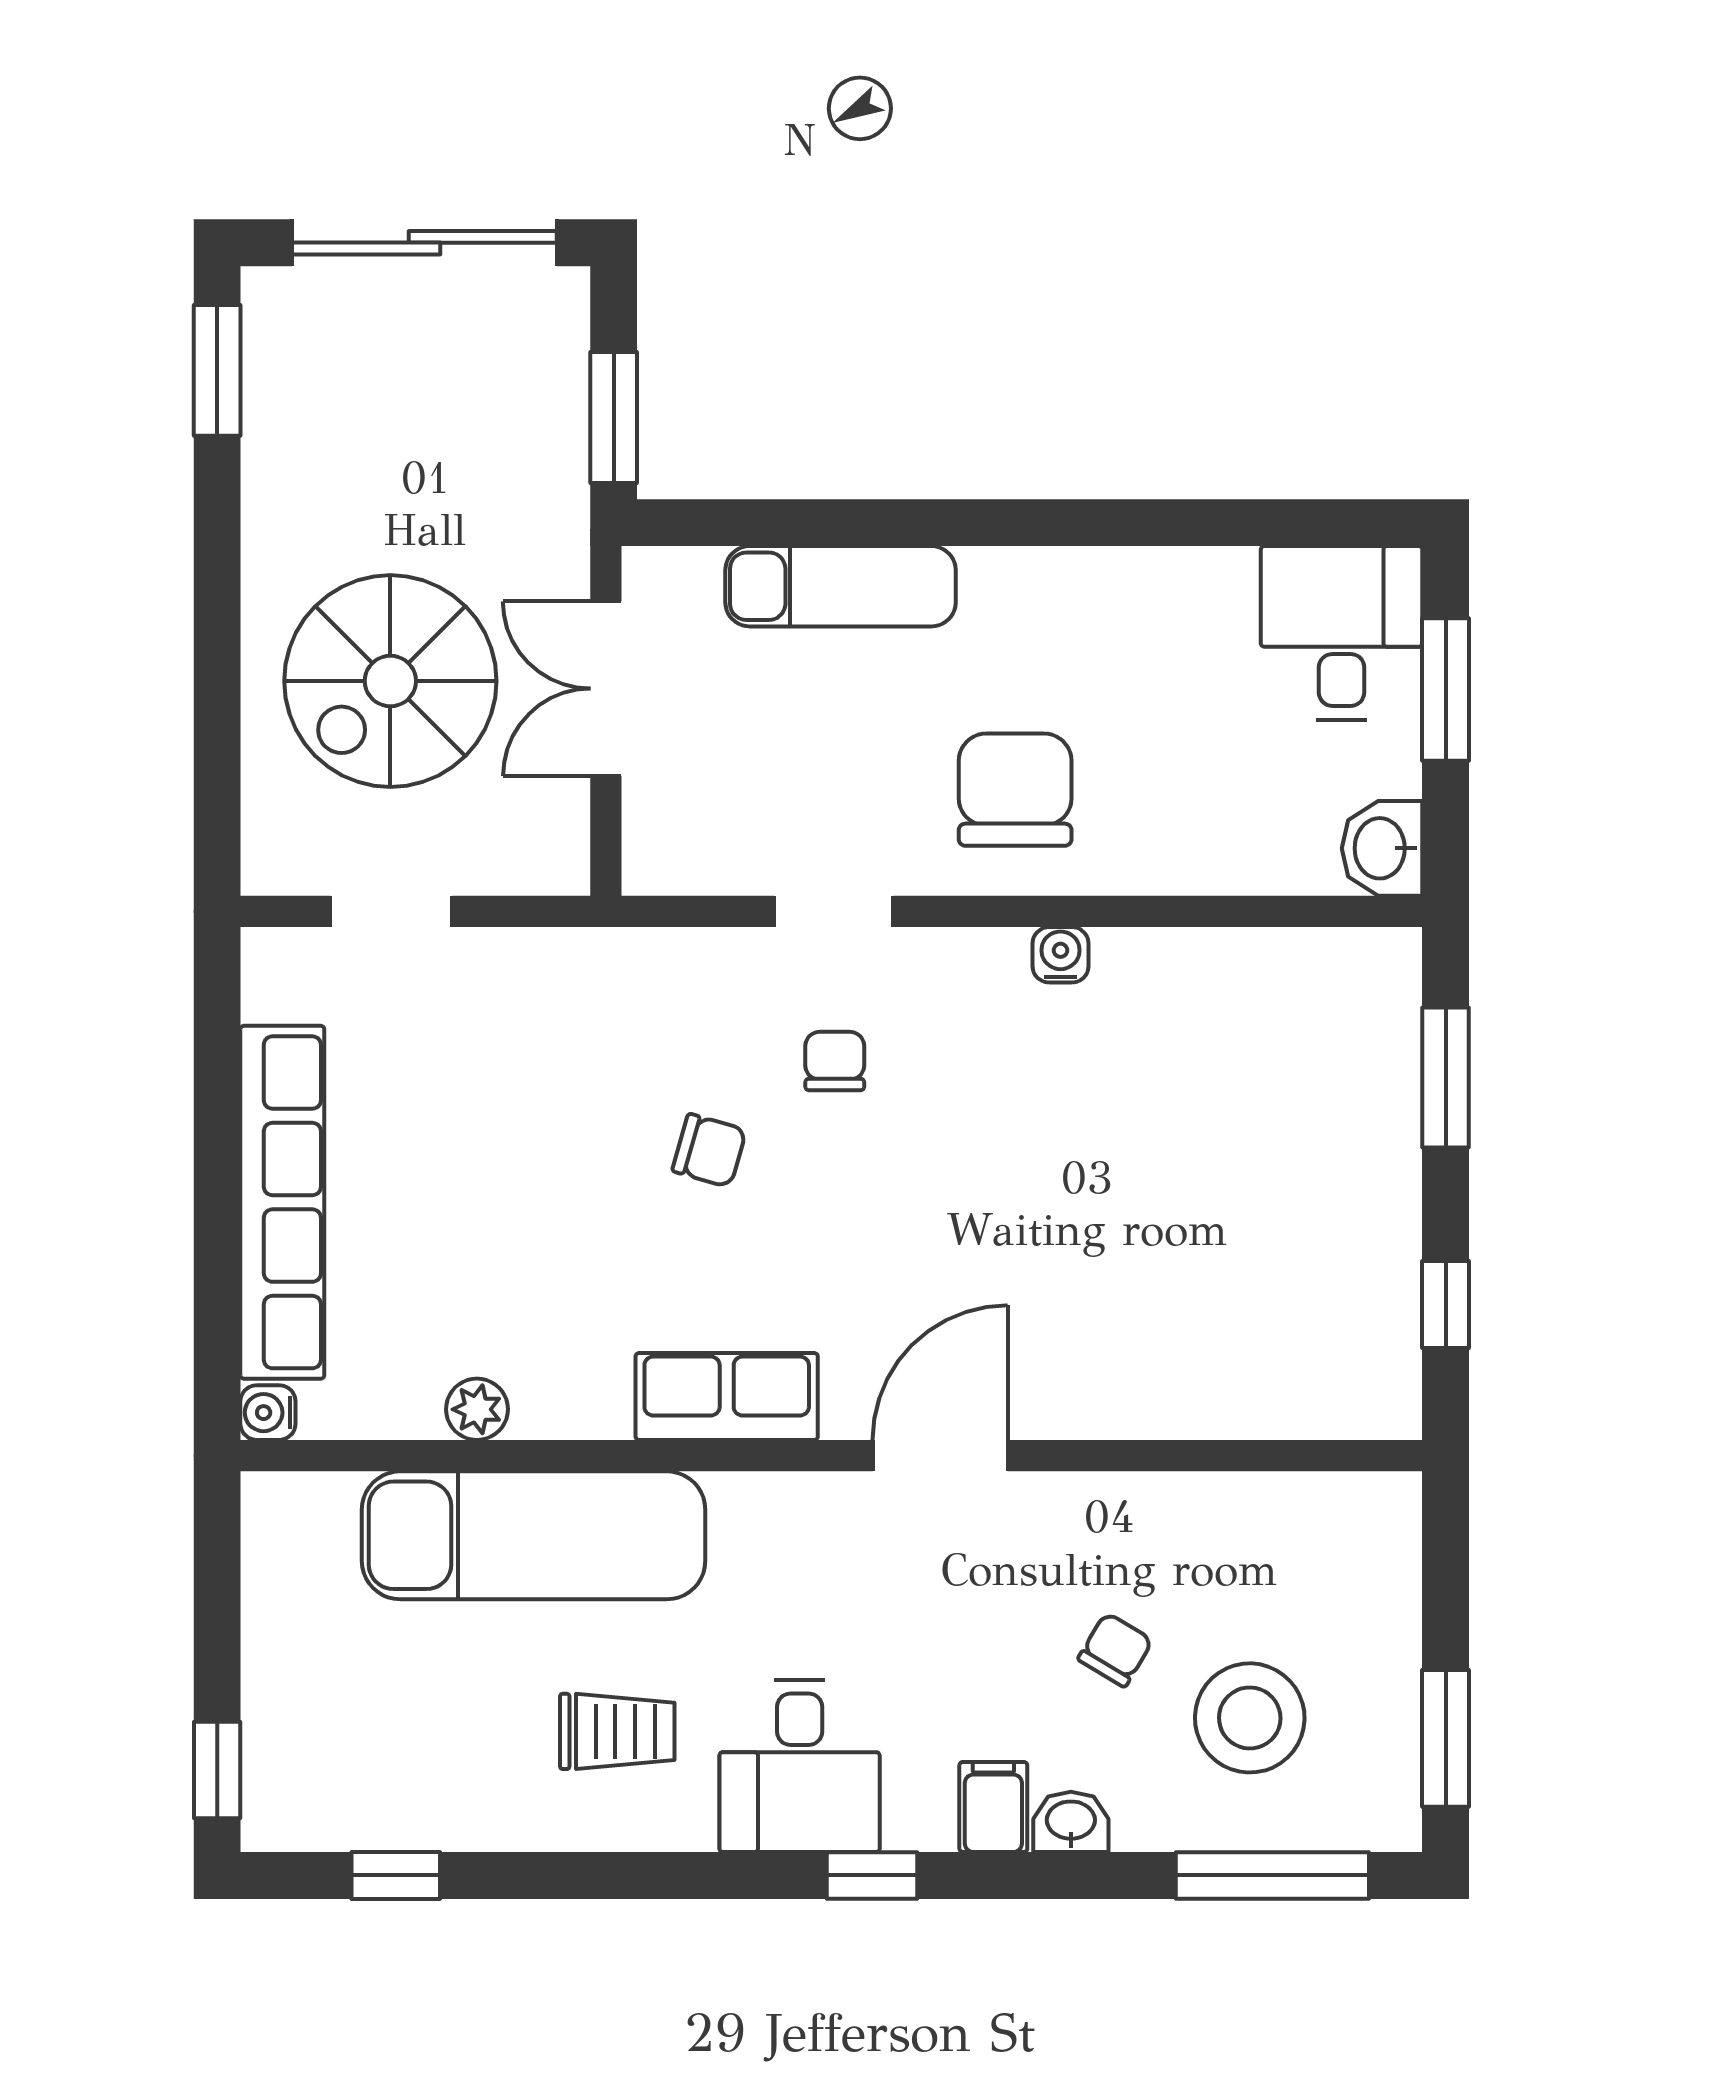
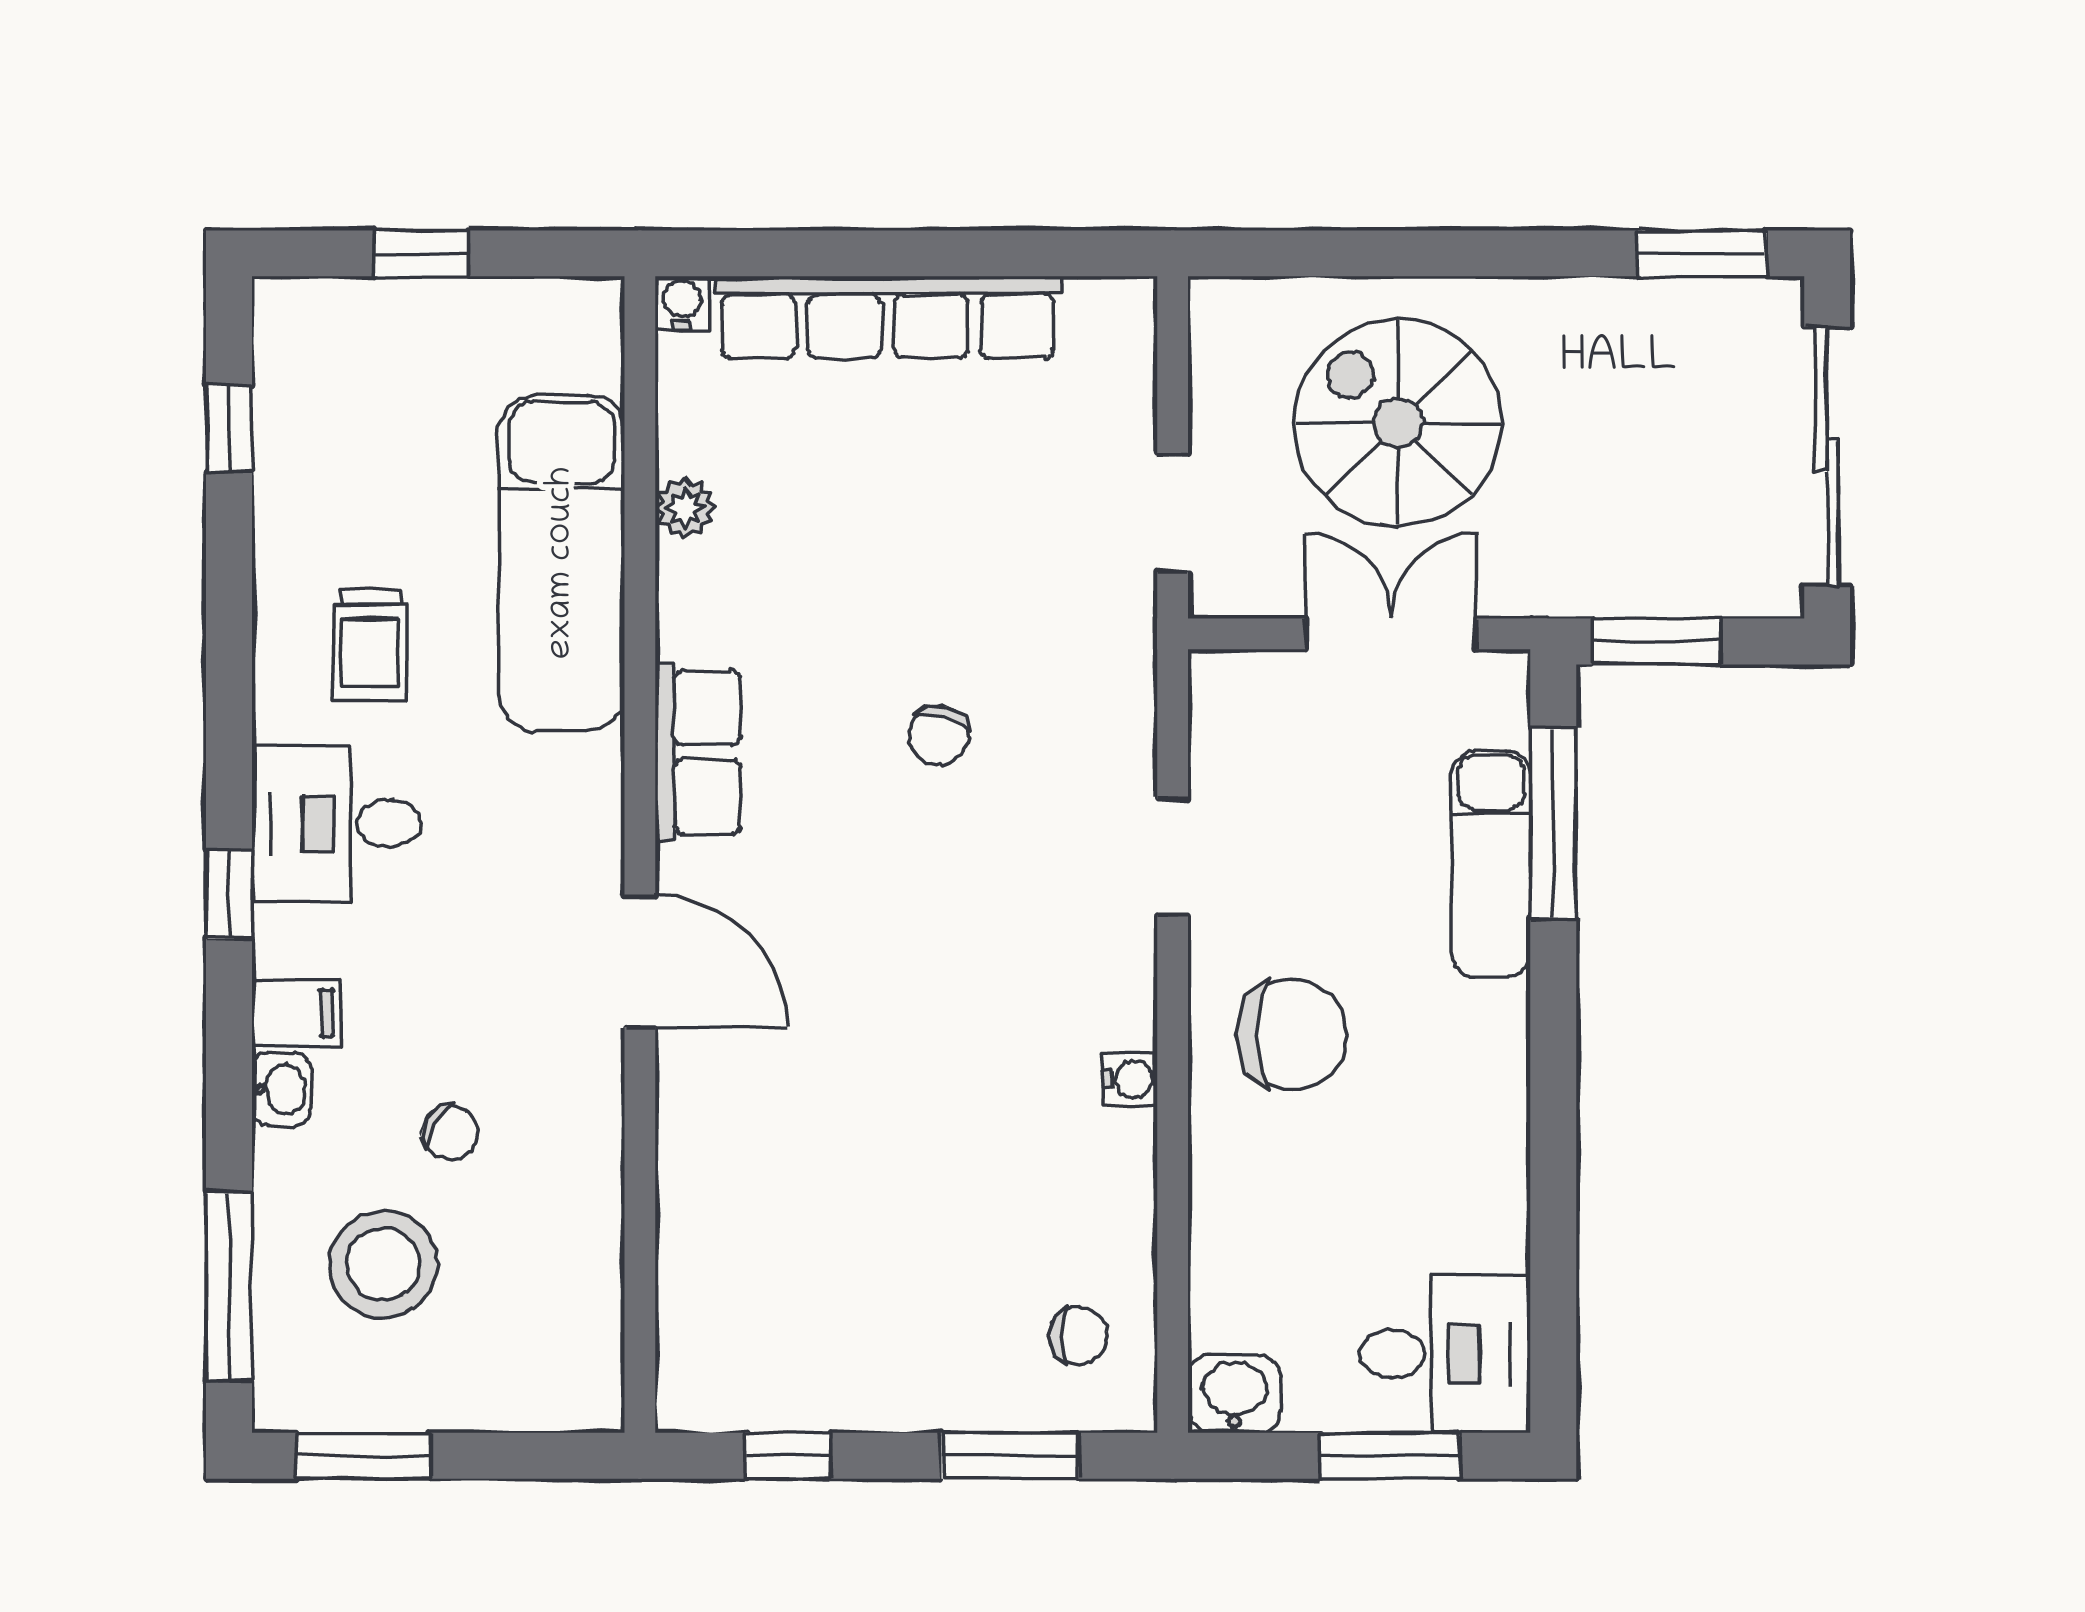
window: (799, 523) -> (1553, 823), added
doorway: (391, 911) -> (1173, 513), moved
chair: (835, 1061) -> (1079, 1336), moved
window: (217, 1770) -> (421, 253), moved

